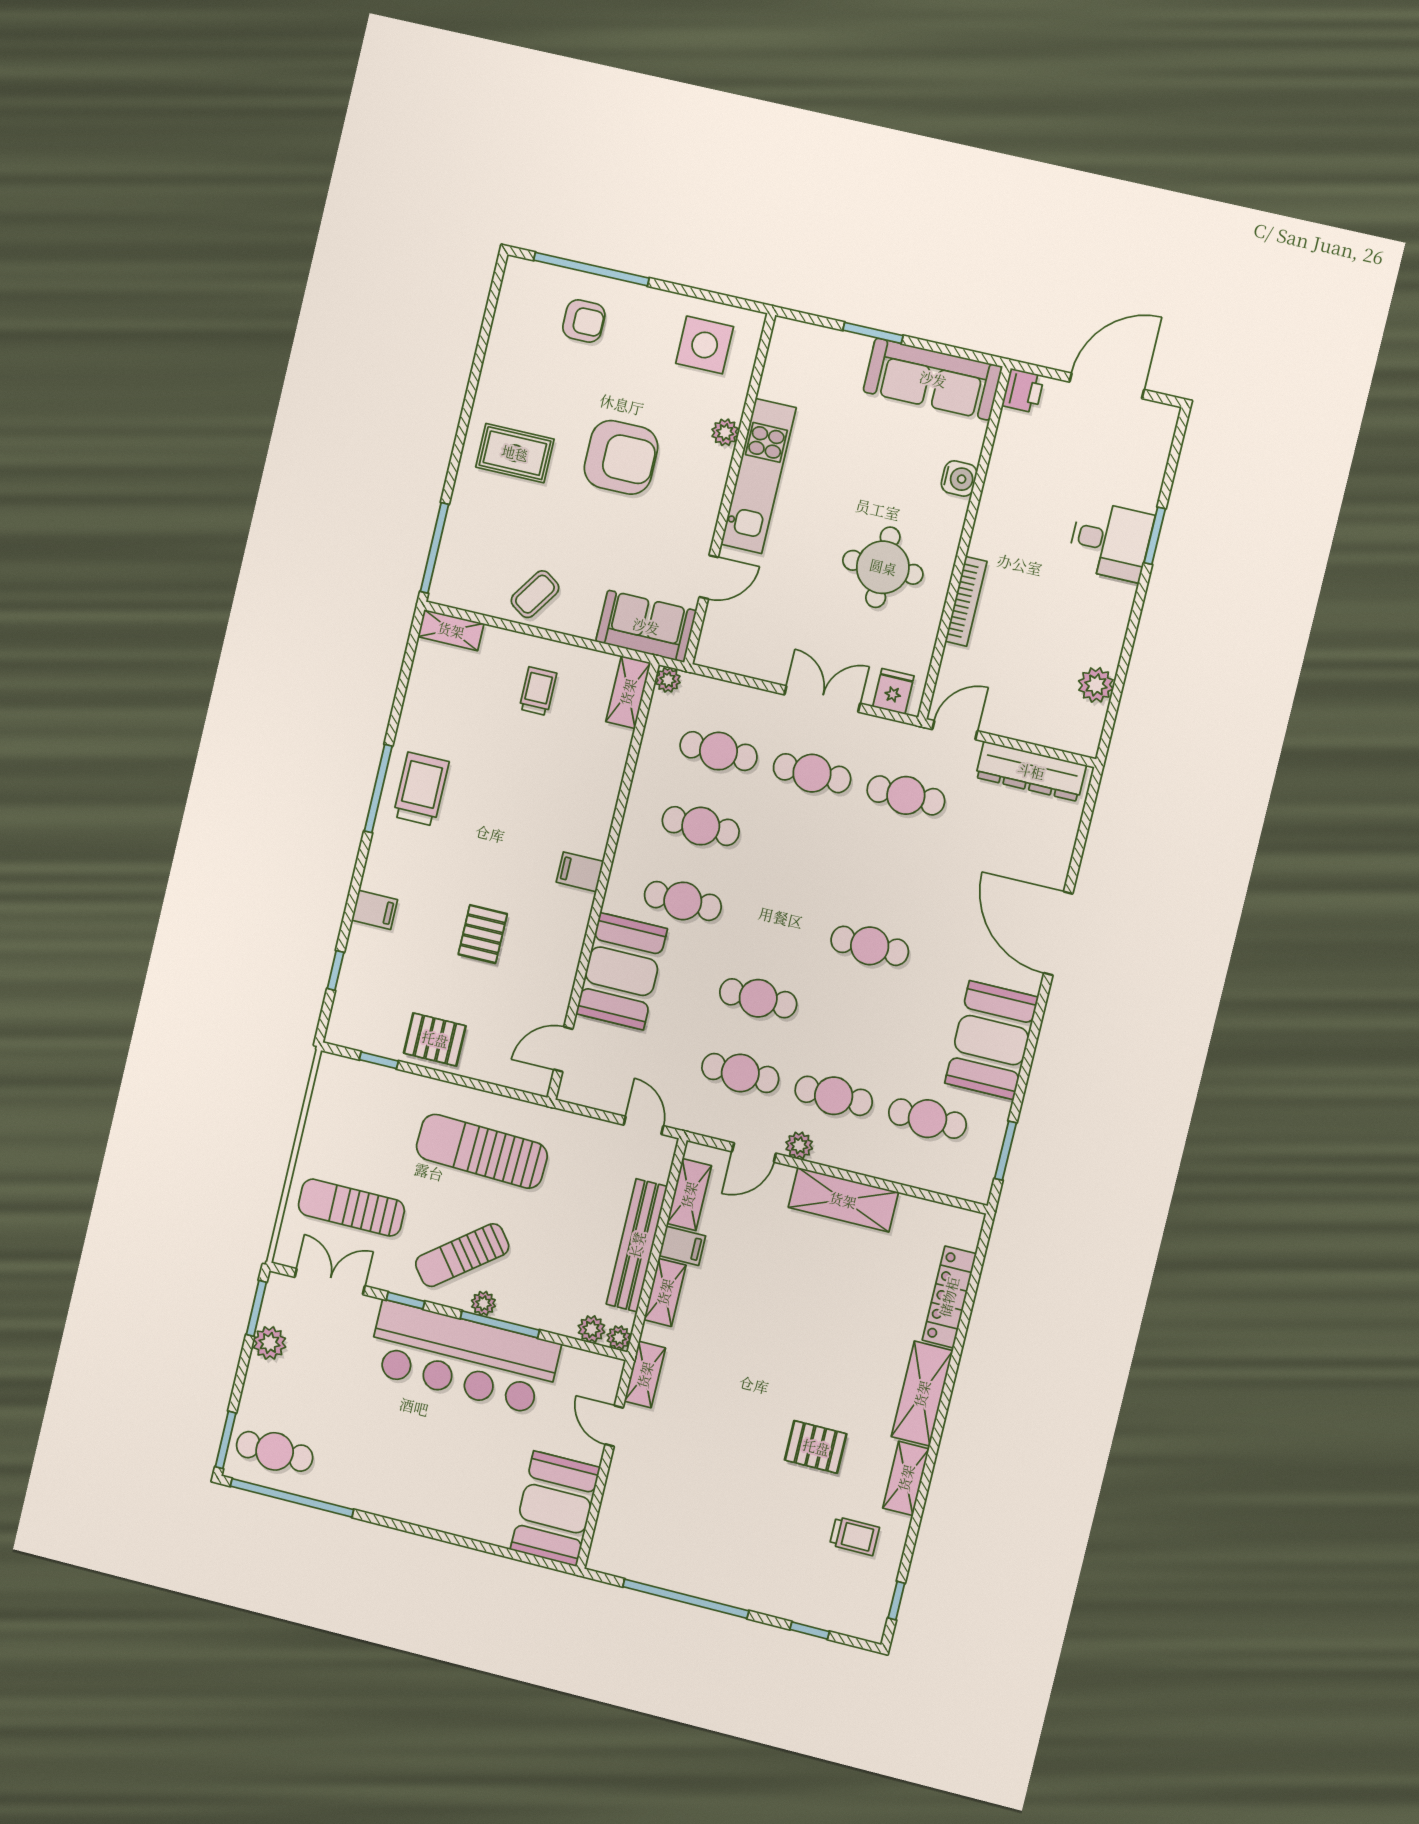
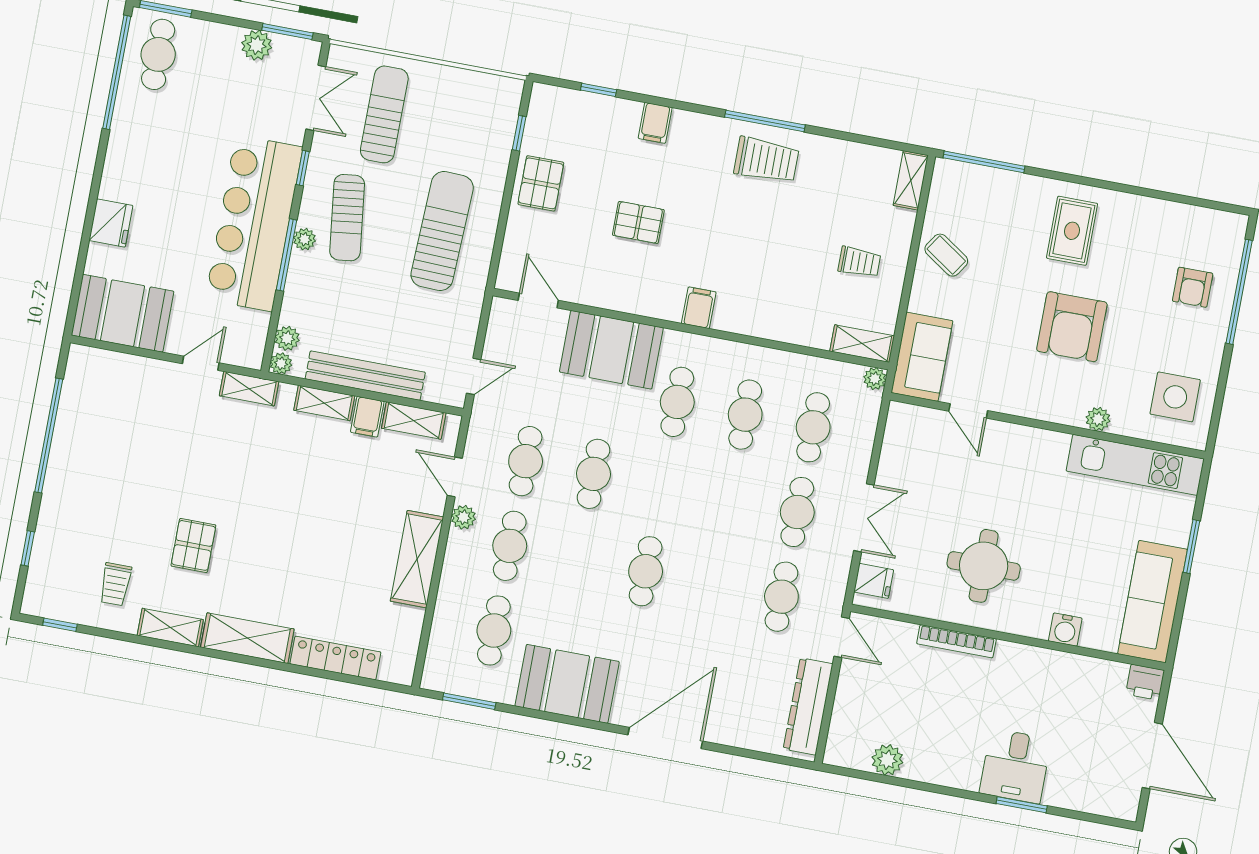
kitchen unit: (758, 476) -> (1135, 465), moved
sun lounger: (462, 1255) -> (347, 218), turned -149
fridge: (456, 1515) -> (111, 223), added

